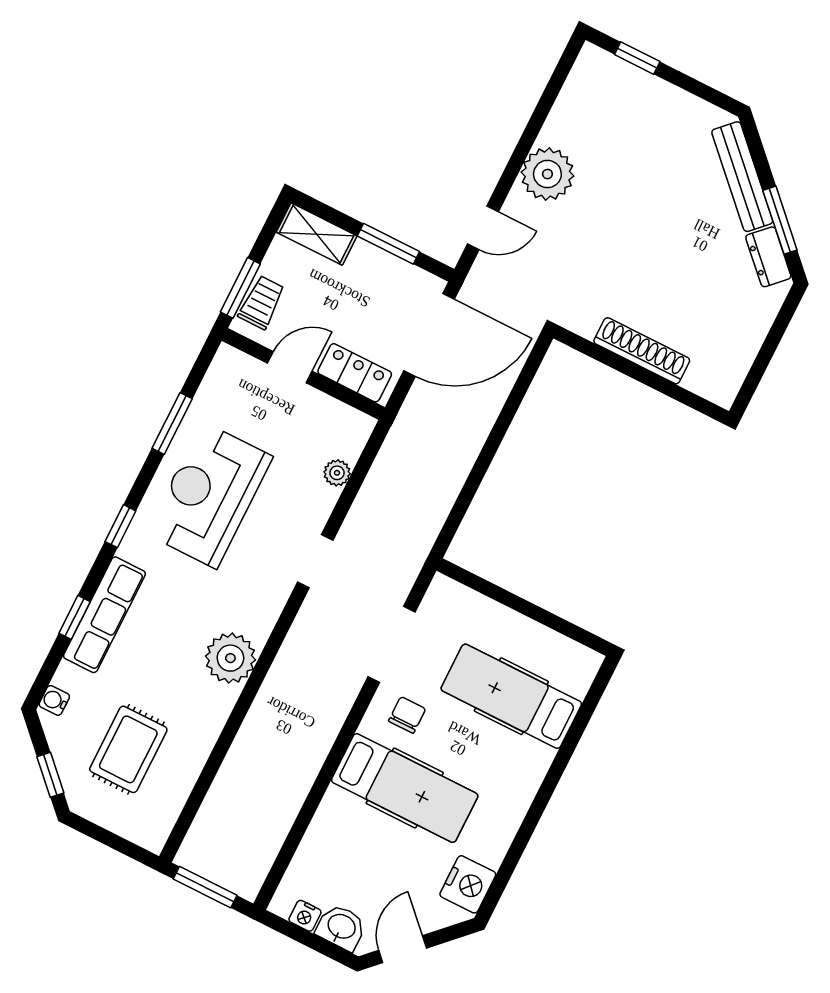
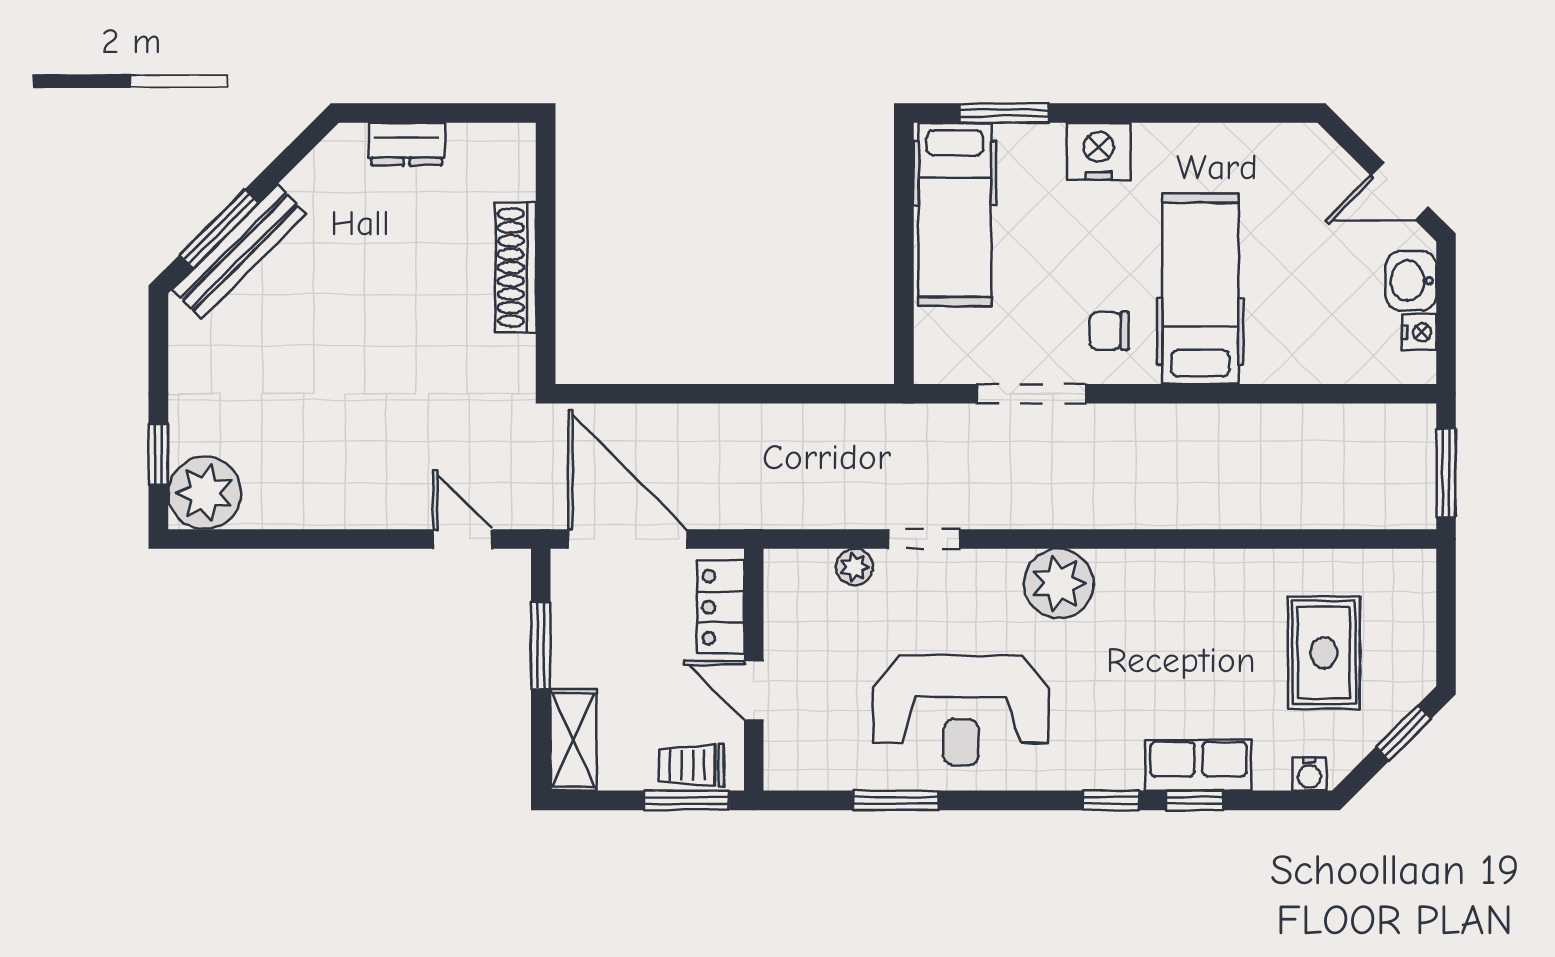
plant: (547, 174) -> (205, 493), moved
window: (780, 220) -> (219, 229), moved
dresser: (768, 257) -> (407, 144), moved, turned 45
window: (120, 526) -> (1111, 800), moved
doorway: (315, 561) -> (924, 539), moved
row of seats: (104, 615) -> (1198, 765), width x0.68
plant: (230, 658) -> (1059, 583), moved
hospital bed: (511, 696) -> (955, 214), moved
window: (583, 718) -> (1004, 113), added
rug: (128, 749) -> (1324, 653), turned 90
nightstand: (468, 884) -> (1099, 151), moved

